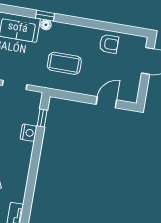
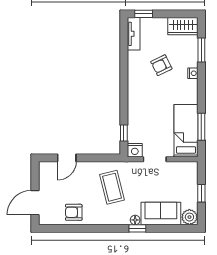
coffee table: (64, 63) -> (112, 187), turned 76
nightstand: (28, 133) -> (135, 150), moved, turned -90

